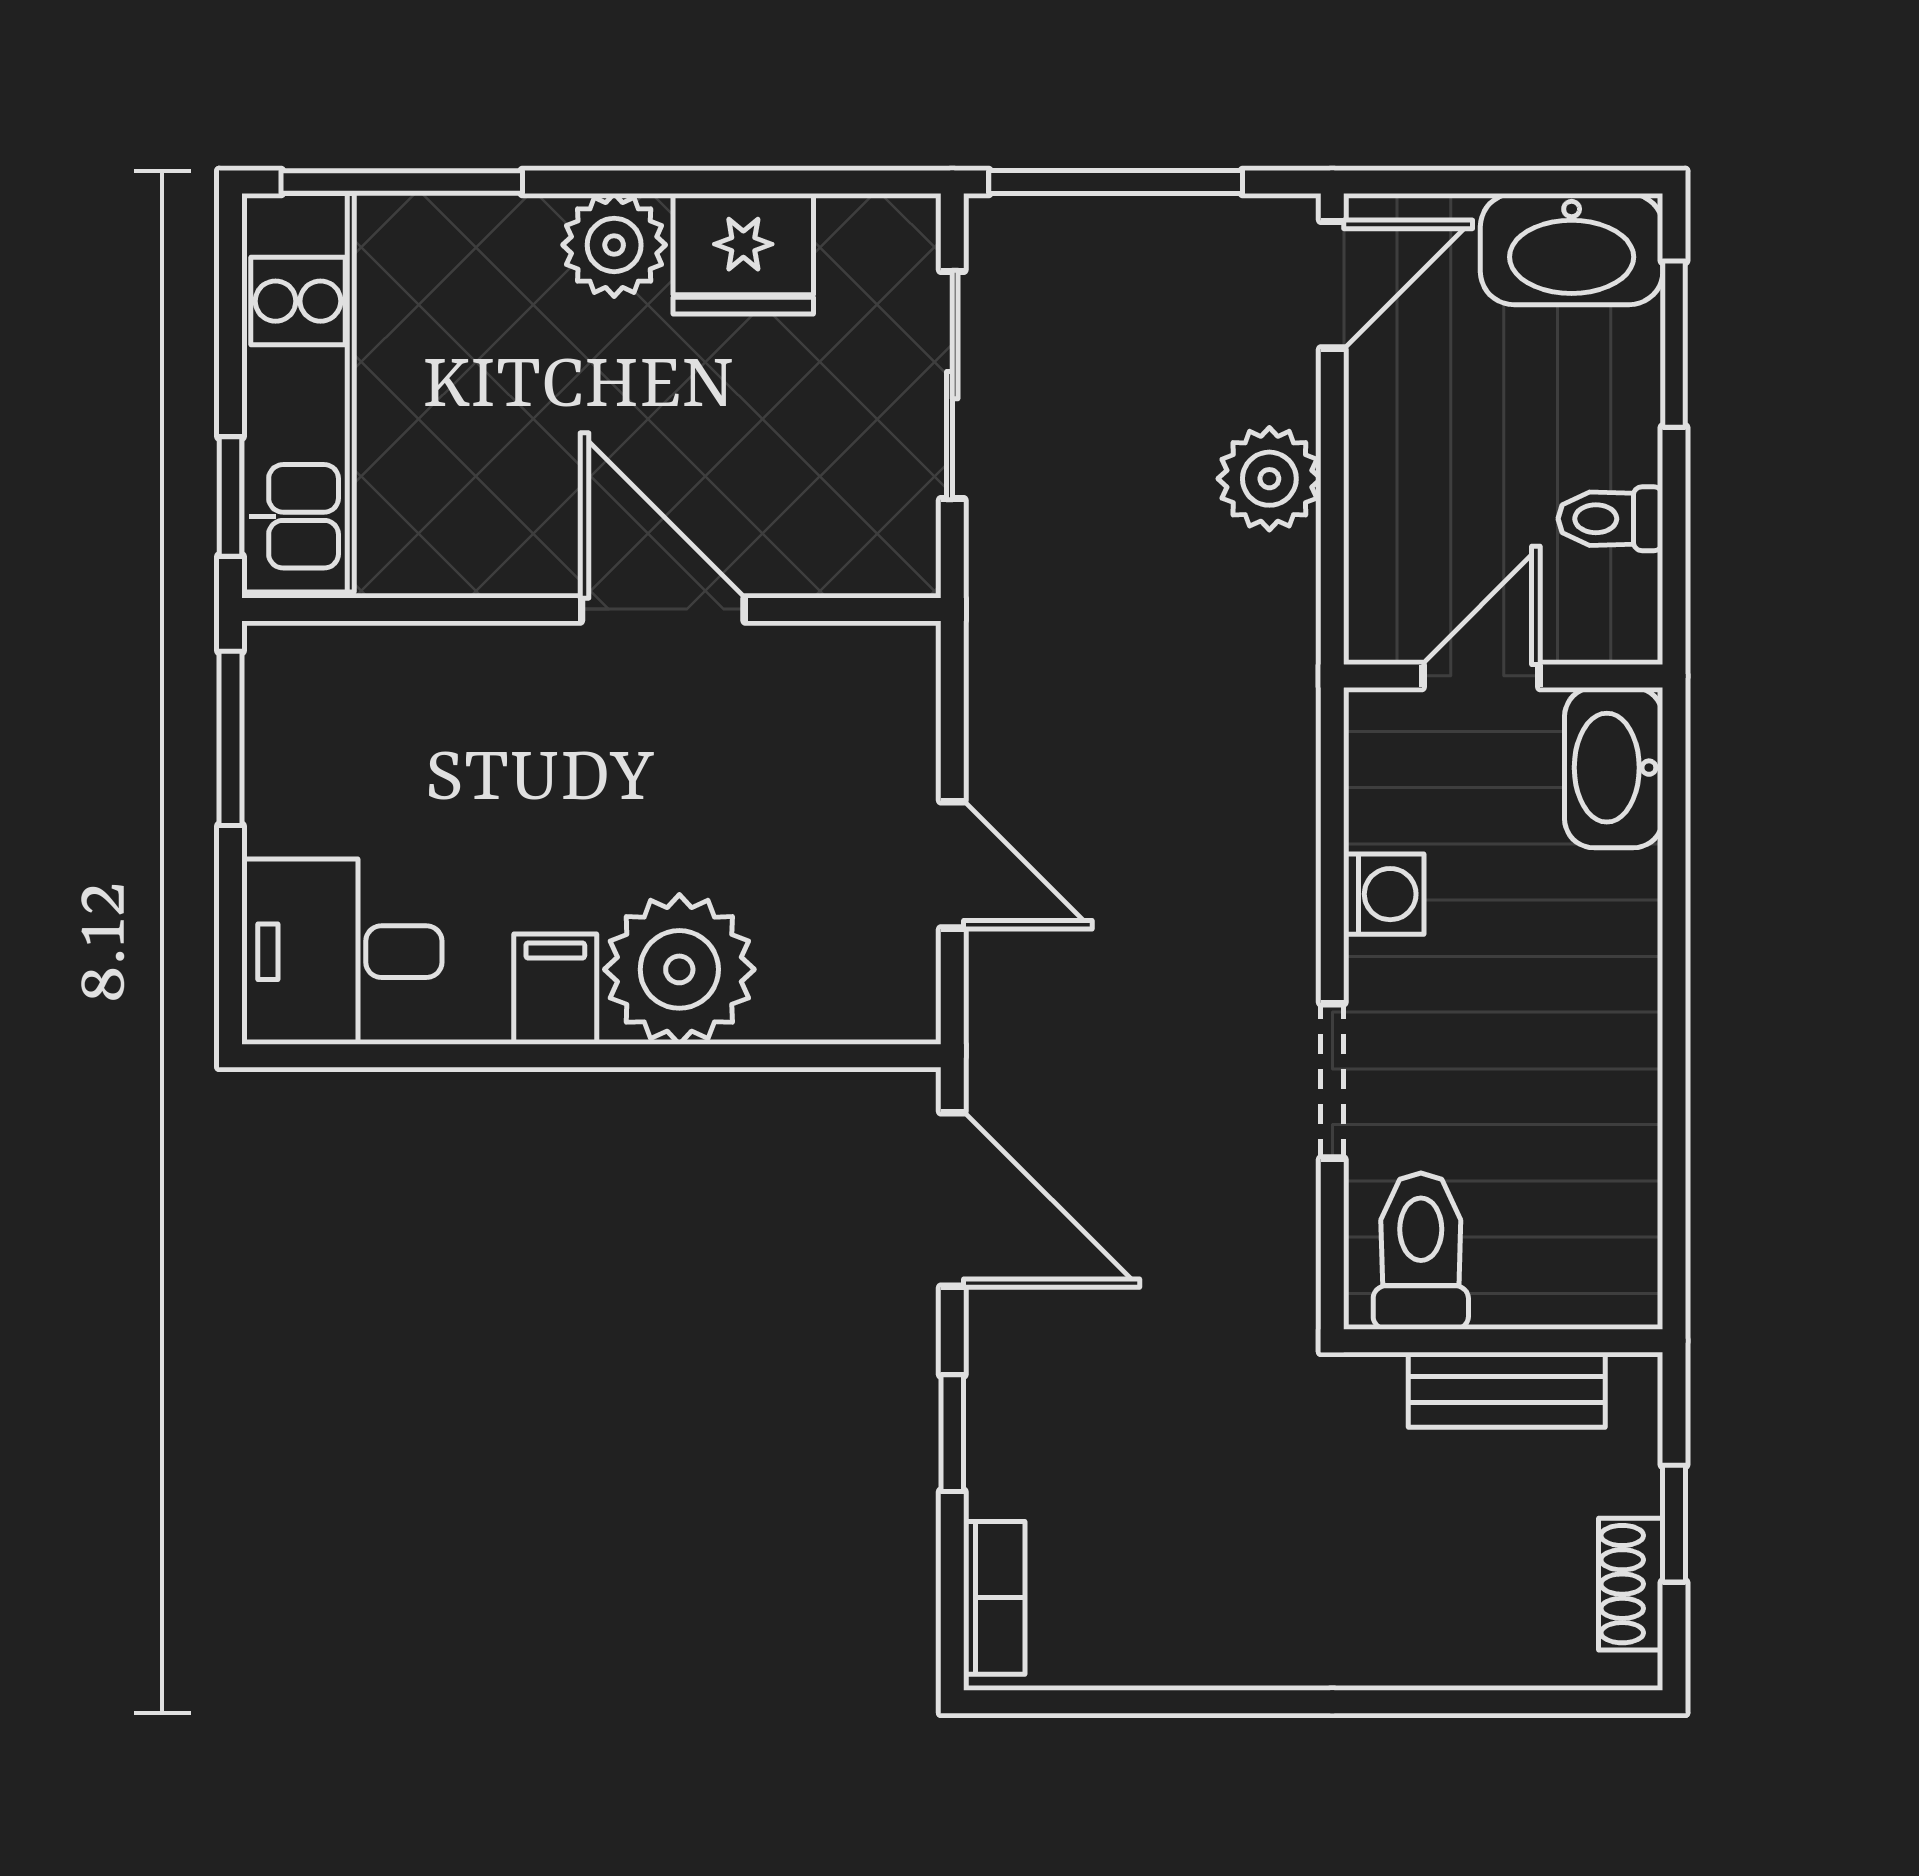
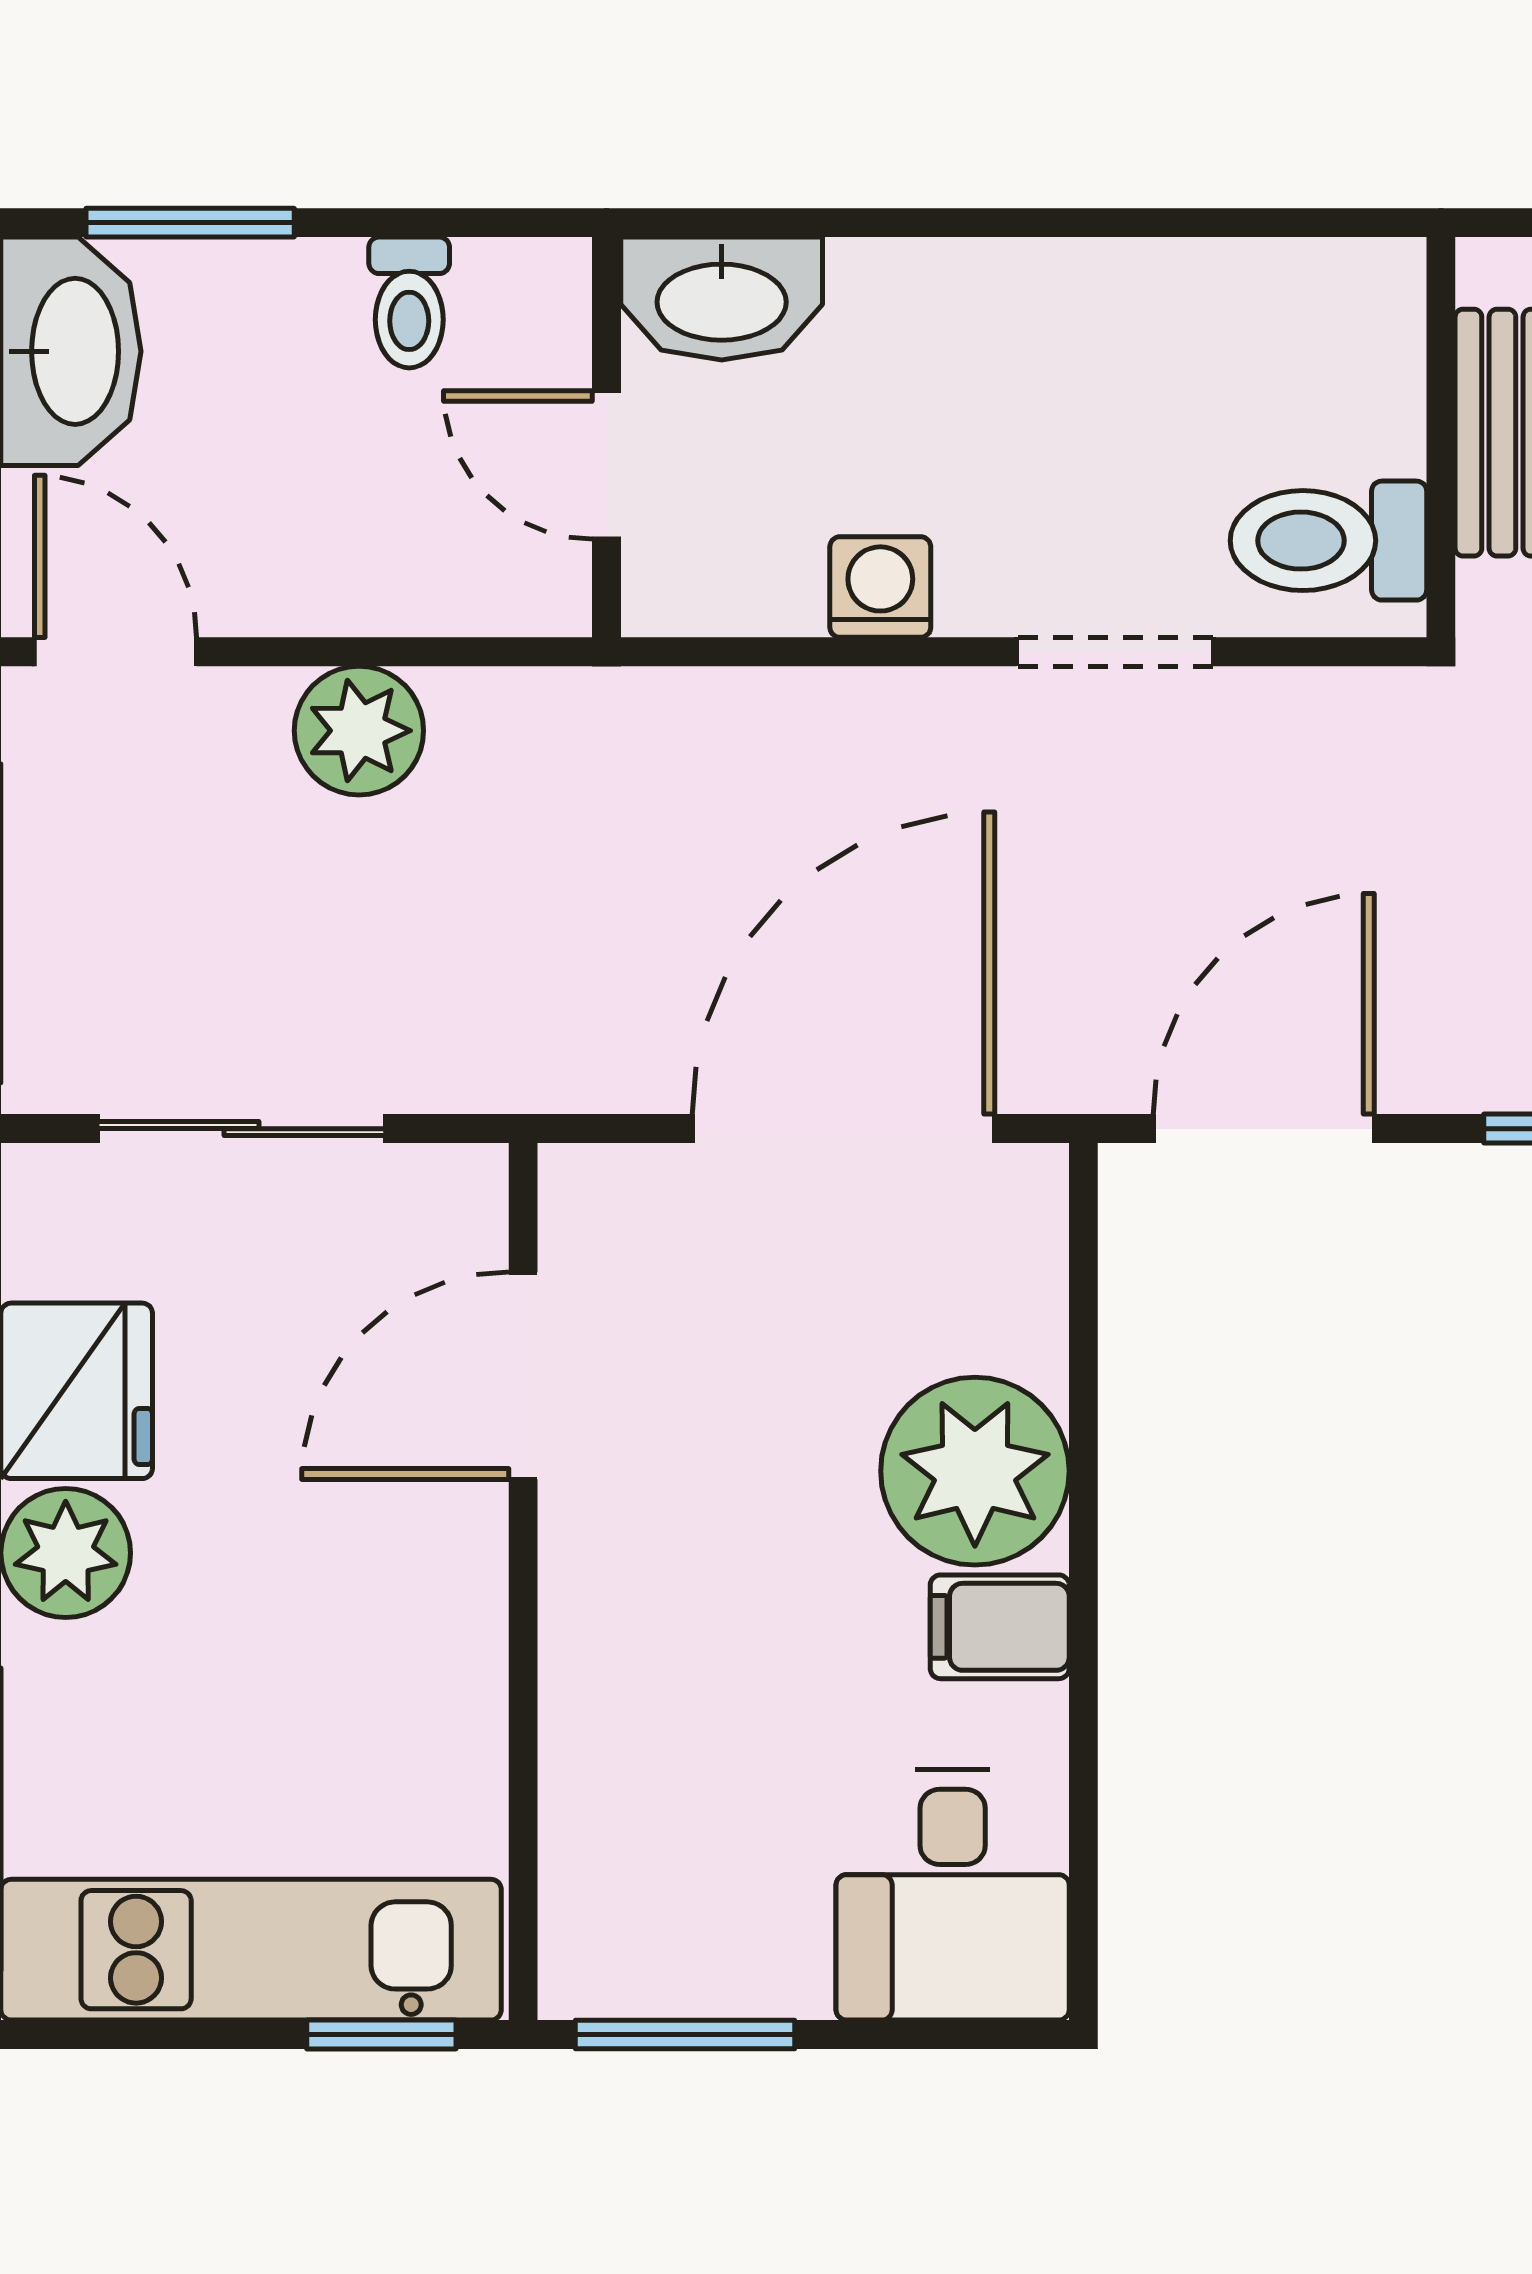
door: (663, 609) -> (523, 1376), moved
door: (952, 865) -> (844, 1129), width x1.88

